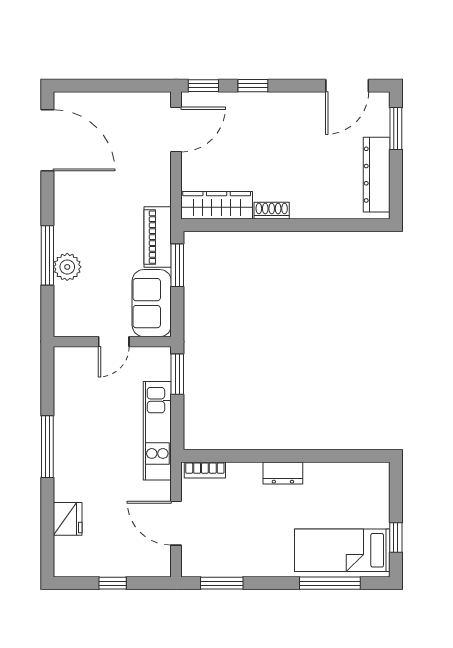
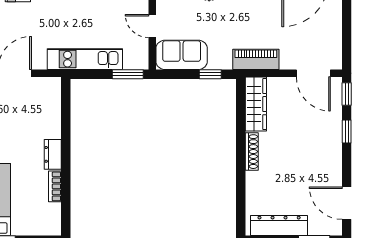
shoe rack: (272, 211) -> (252, 152), width x1.43
piano: (158, 237) -> (256, 59), moved
window: (177, 265) -> (210, 74), width x0.67
bookcase: (205, 470) -> (55, 186), moved

